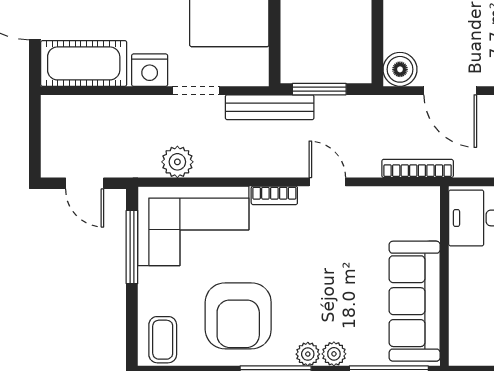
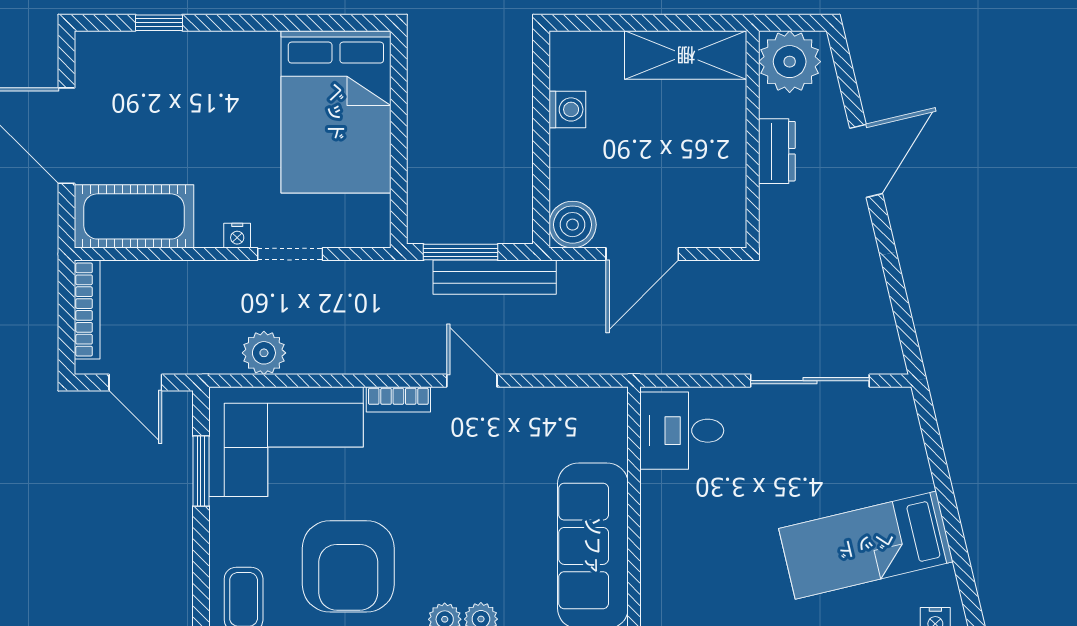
nightstand: (150, 70) -> (237, 236), width x0.53, depth x0.56
door: (450, 91) -> (642, 254), hinge flipped
bench: (270, 107) -> (495, 277), moved
bookcase: (418, 168) -> (87, 310), moved, turned 90
window: (132, 247) -> (201, 471), width x0.69

